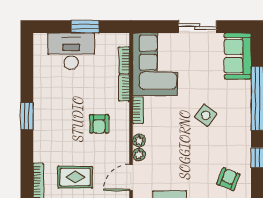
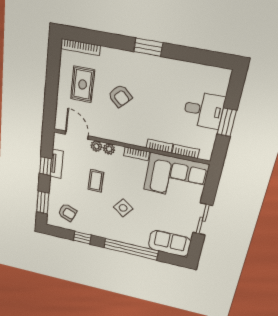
desk: (71, 51) -> (204, 110), width x0.73
armchair: (99, 124) -> (120, 96), moved, turned -137
coffee table: (180, 150) -> (96, 181), added

